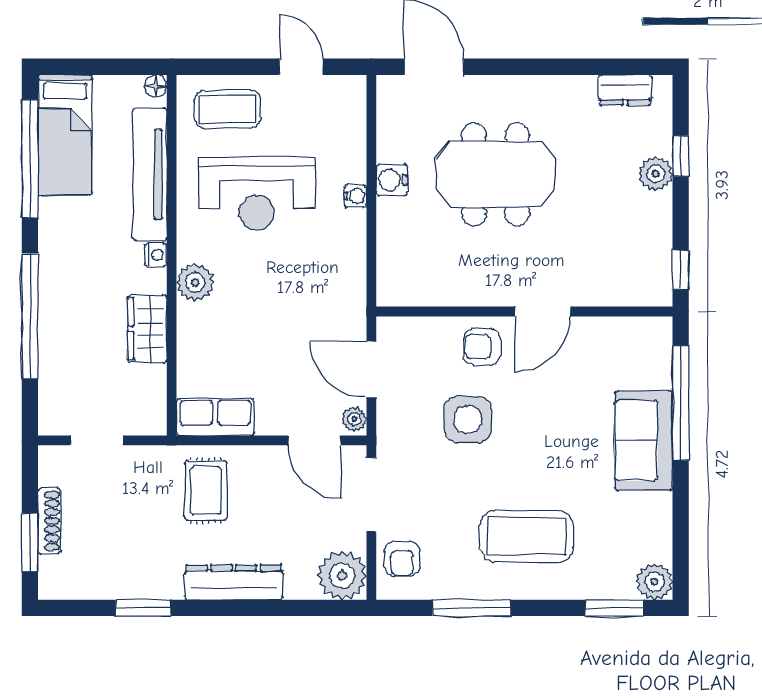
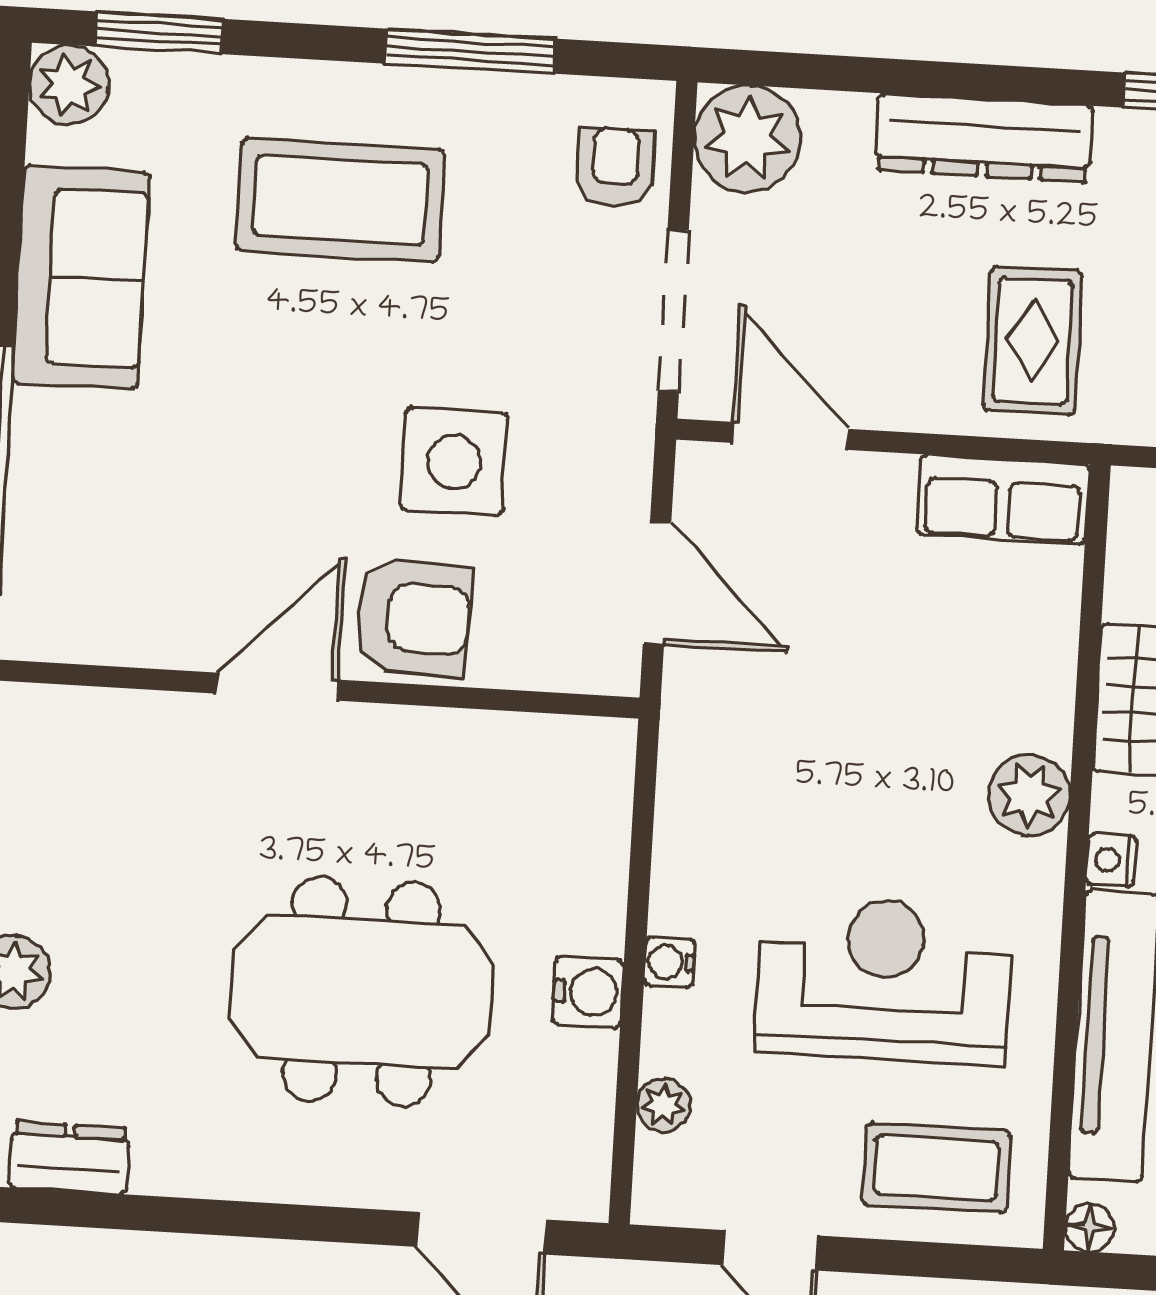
armchair: (482, 347) -> (413, 618), width x1.38, depth x1.38
plant: (354, 419) -> (663, 1105), moved
sofa: (644, 441) -> (81, 277), moved

